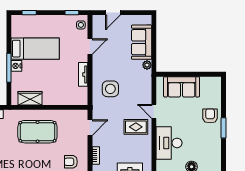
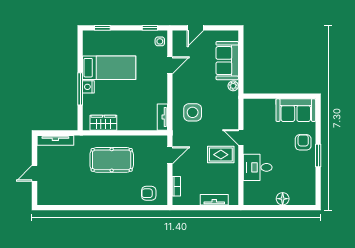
tv unit: (83, 74) -> (162, 117), moved
sofa: (182, 87) -> (296, 110), moved
desk: (169, 143) -> (258, 167), width x0.73

